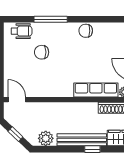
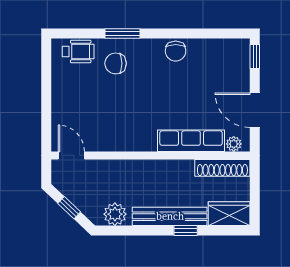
window: (51, 19) -> (123, 34), width x0.69
chair: (86, 31) -> (176, 51), turned -92
chair: (42, 52) -> (116, 63), moved

